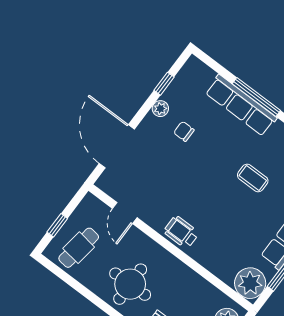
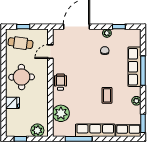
plant: (250, 283) -> (61, 113), moved

